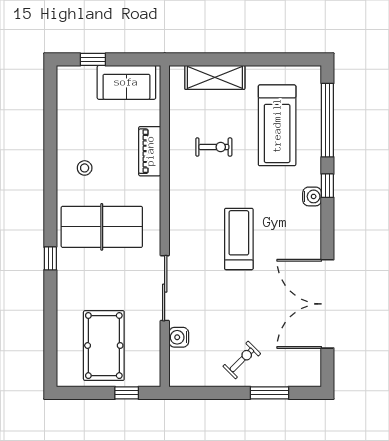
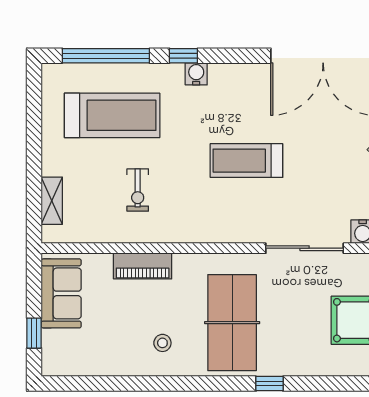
shelving: (215, 77) -> (52, 201), width x0.67, depth x0.75
exercise bike: (214, 147) -> (138, 190), turned 180

